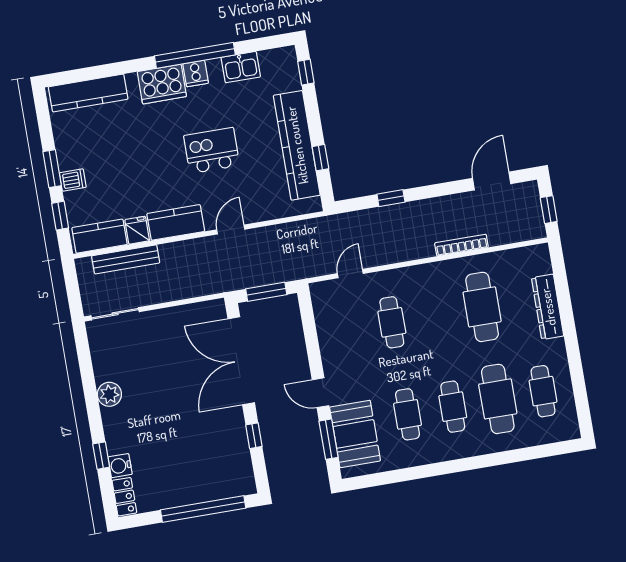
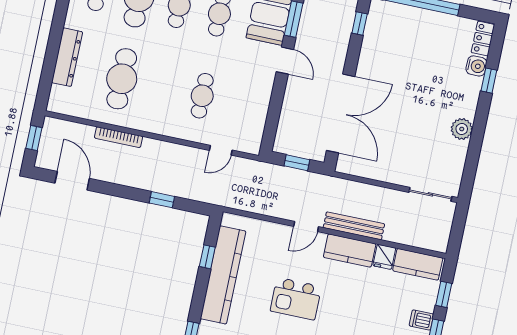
door: (492, 181) -> (72, 181), swing flipped
bench: (126, 259) -> (354, 226), moved
window: (266, 292) -> (297, 163), width x0.67
window: (254, 436) -> (360, 24), moved

